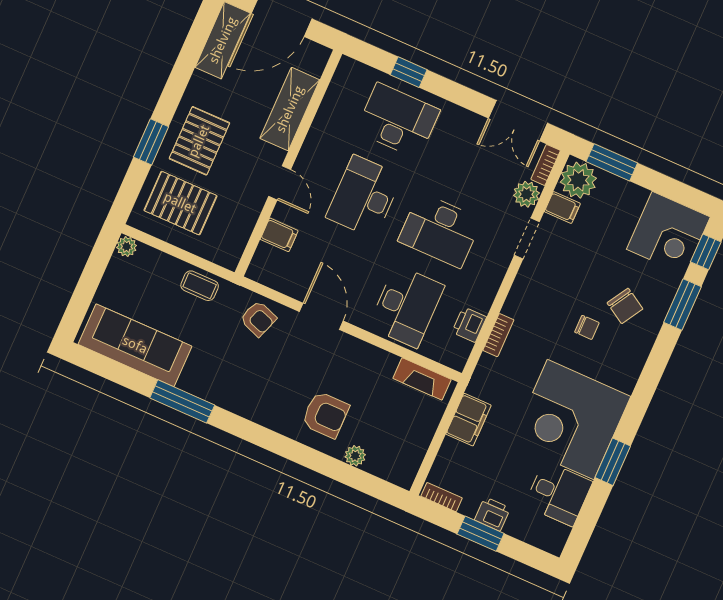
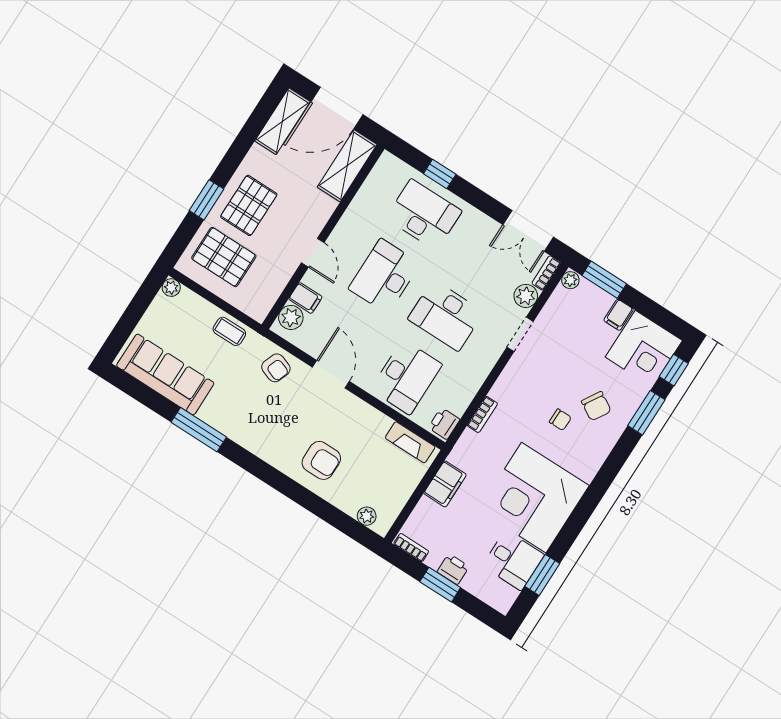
shelving: (290, 109) -> (347, 166), moved
plant: (578, 180) -> (570, 280), width x0.53, depth x0.53
filing cabinet: (562, 208) -> (619, 315), moved, turned 90
plant: (266, 259) -> (291, 317), added
printer: (469, 325) -> (444, 424), moved
plant: (355, 456) -> (367, 516), moved
window: (613, 462) -> (542, 575), moved

